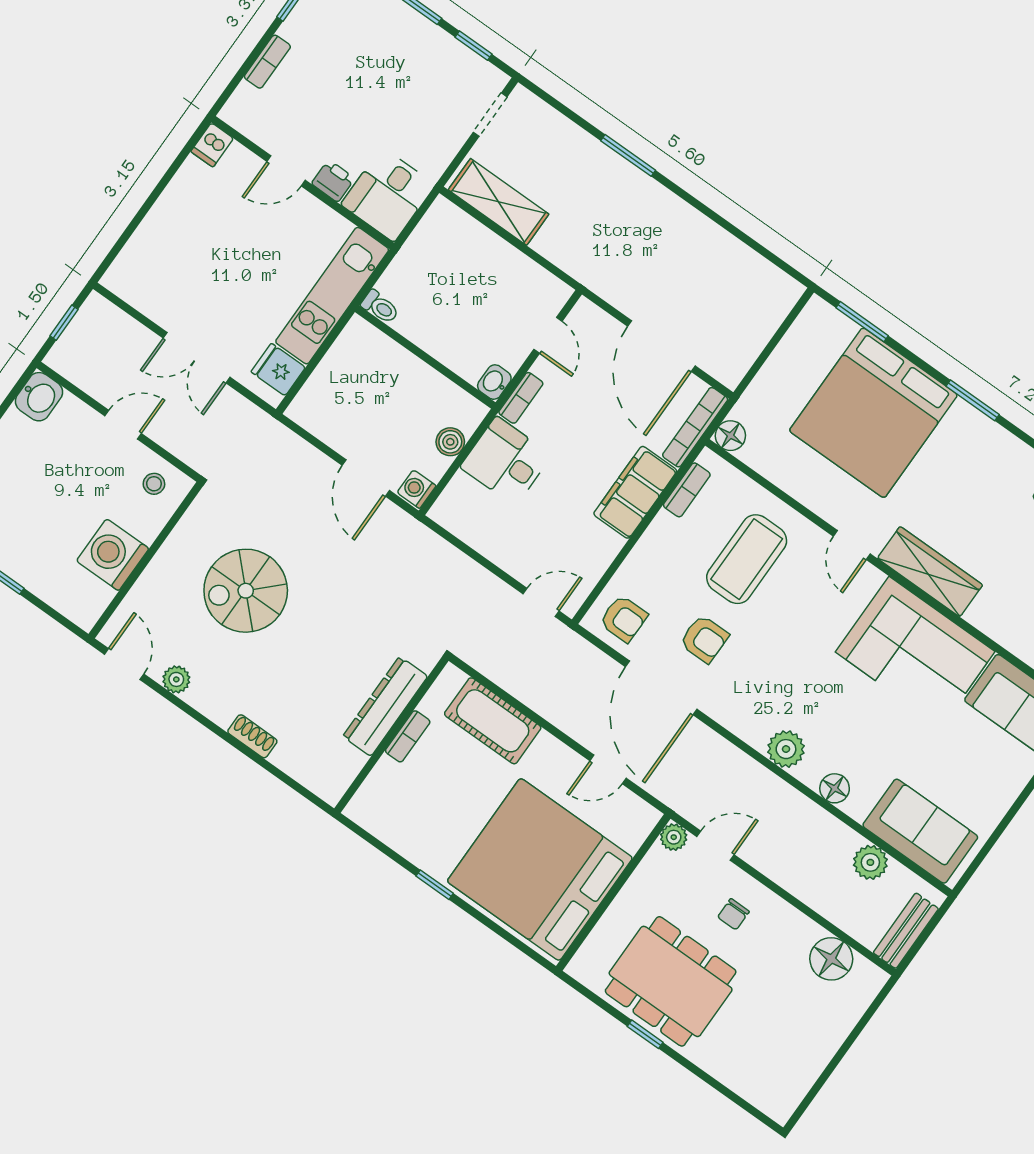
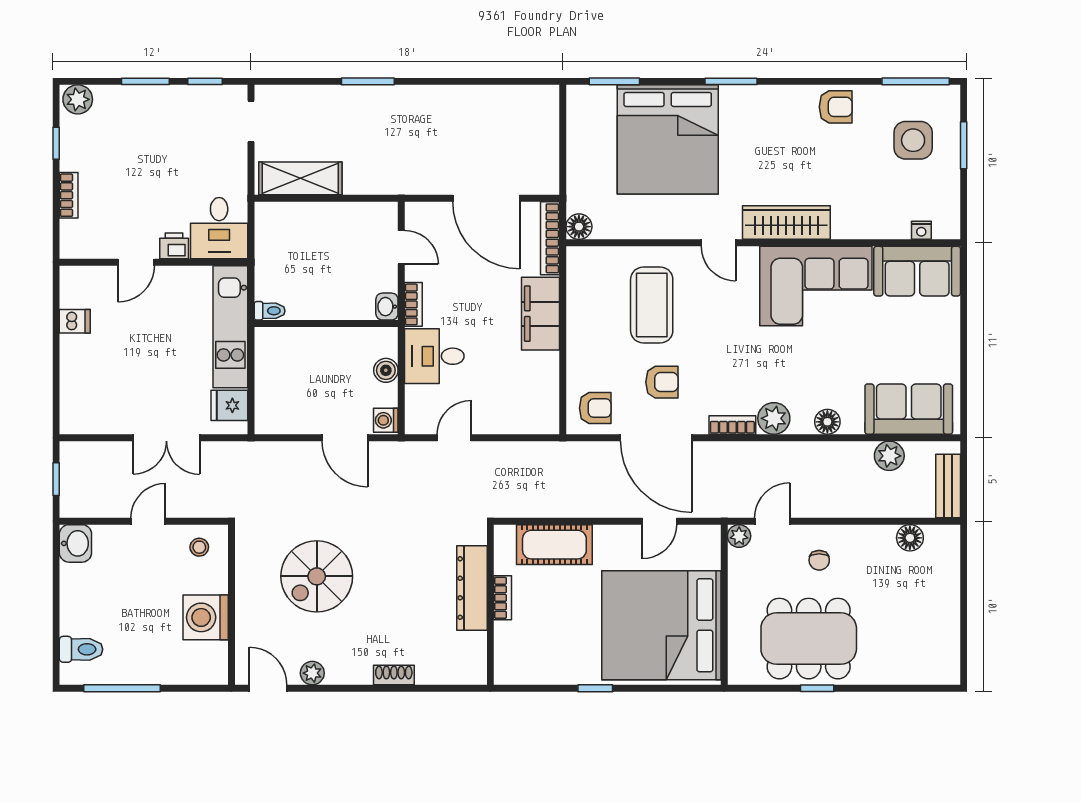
dishwasher: (212, 145) -> (75, 321), moved, turned -90
bookcase: (687, 490) -> (732, 425), moved, turned -90
door: (541, 602) -> (454, 438), moved
floor lamp: (831, 959) -> (910, 538), width x0.73, depth x0.73

